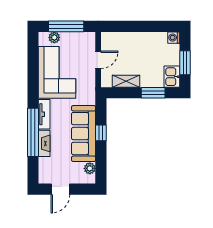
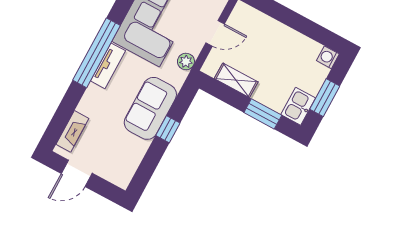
window: (33, 132) -> (96, 53), moved
sofa: (84, 134) -> (150, 108), width x0.73
fireplace: (44, 143) -> (72, 131), moved
plant: (90, 168) -> (186, 61), moved

